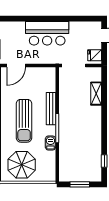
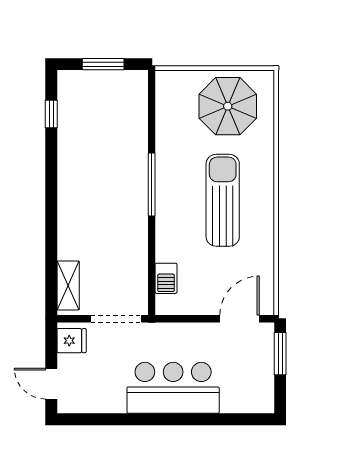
shelving: (96, 94) -> (68, 285), moved
bench: (51, 109) -> (165, 226), removed
barbecue: (50, 143) -> (166, 278), moved

